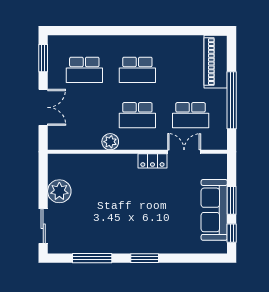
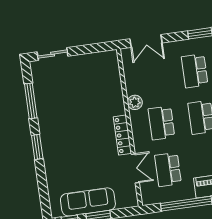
double door: (43, 107) -> (146, 41), moved
locker: (152, 161) -> (122, 135), width x1.53
plant: (59, 191) -> (85, 64), removed

